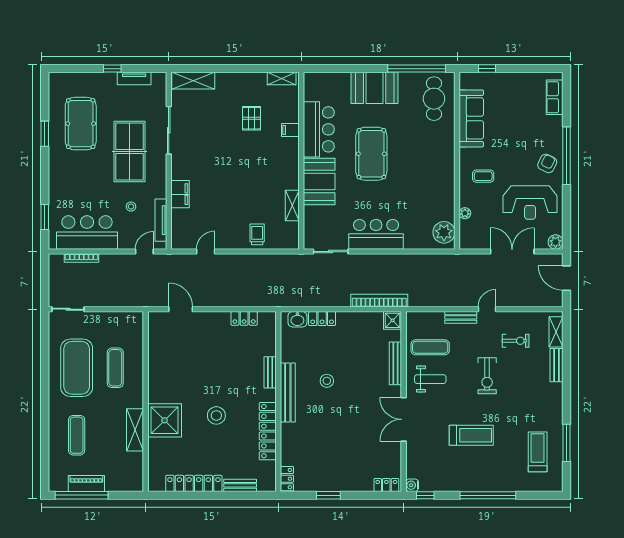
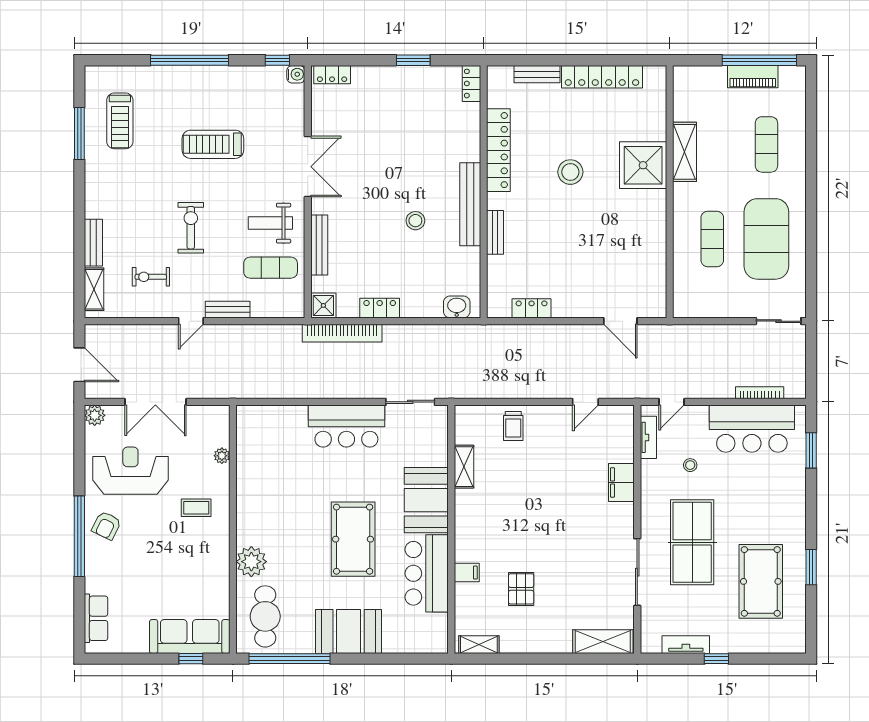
sofa: (471, 118) -> (190, 637), moved, turned 90
tv unit: (161, 220) -> (648, 437), width x0.71
plant: (444, 232) -> (251, 562), moved
locker: (322, 319) -> (380, 308), moved

